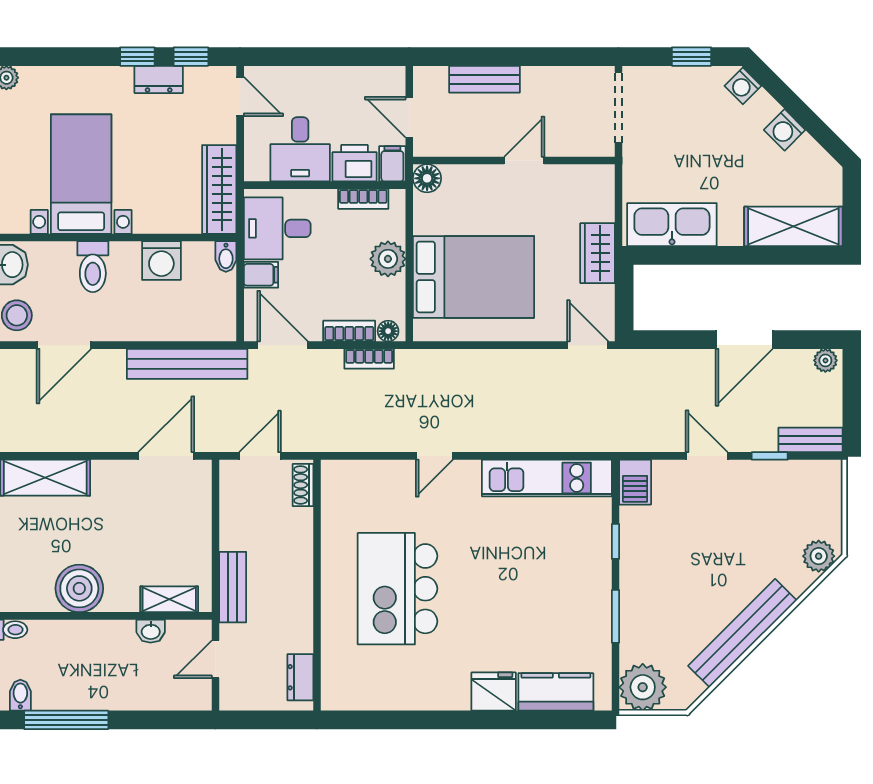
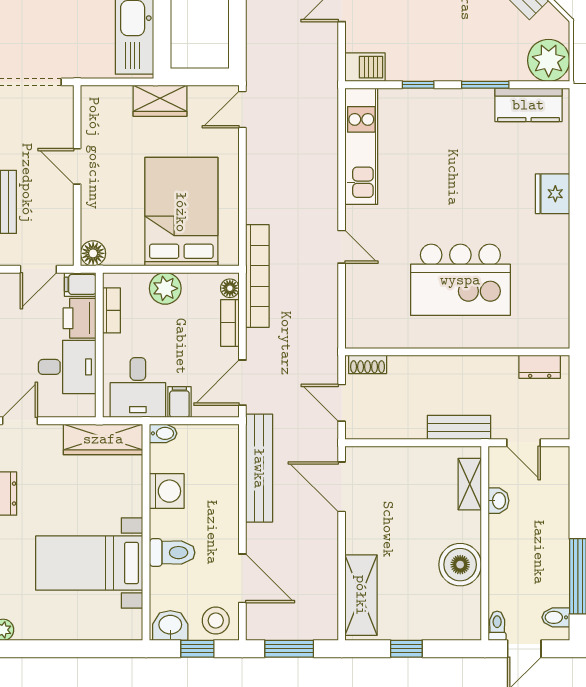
bookcase: (369, 359) -> (257, 276), width x2.31, depth x1.31
kitchen counter: (556, 692) -> (528, 105), moved, turned -90

